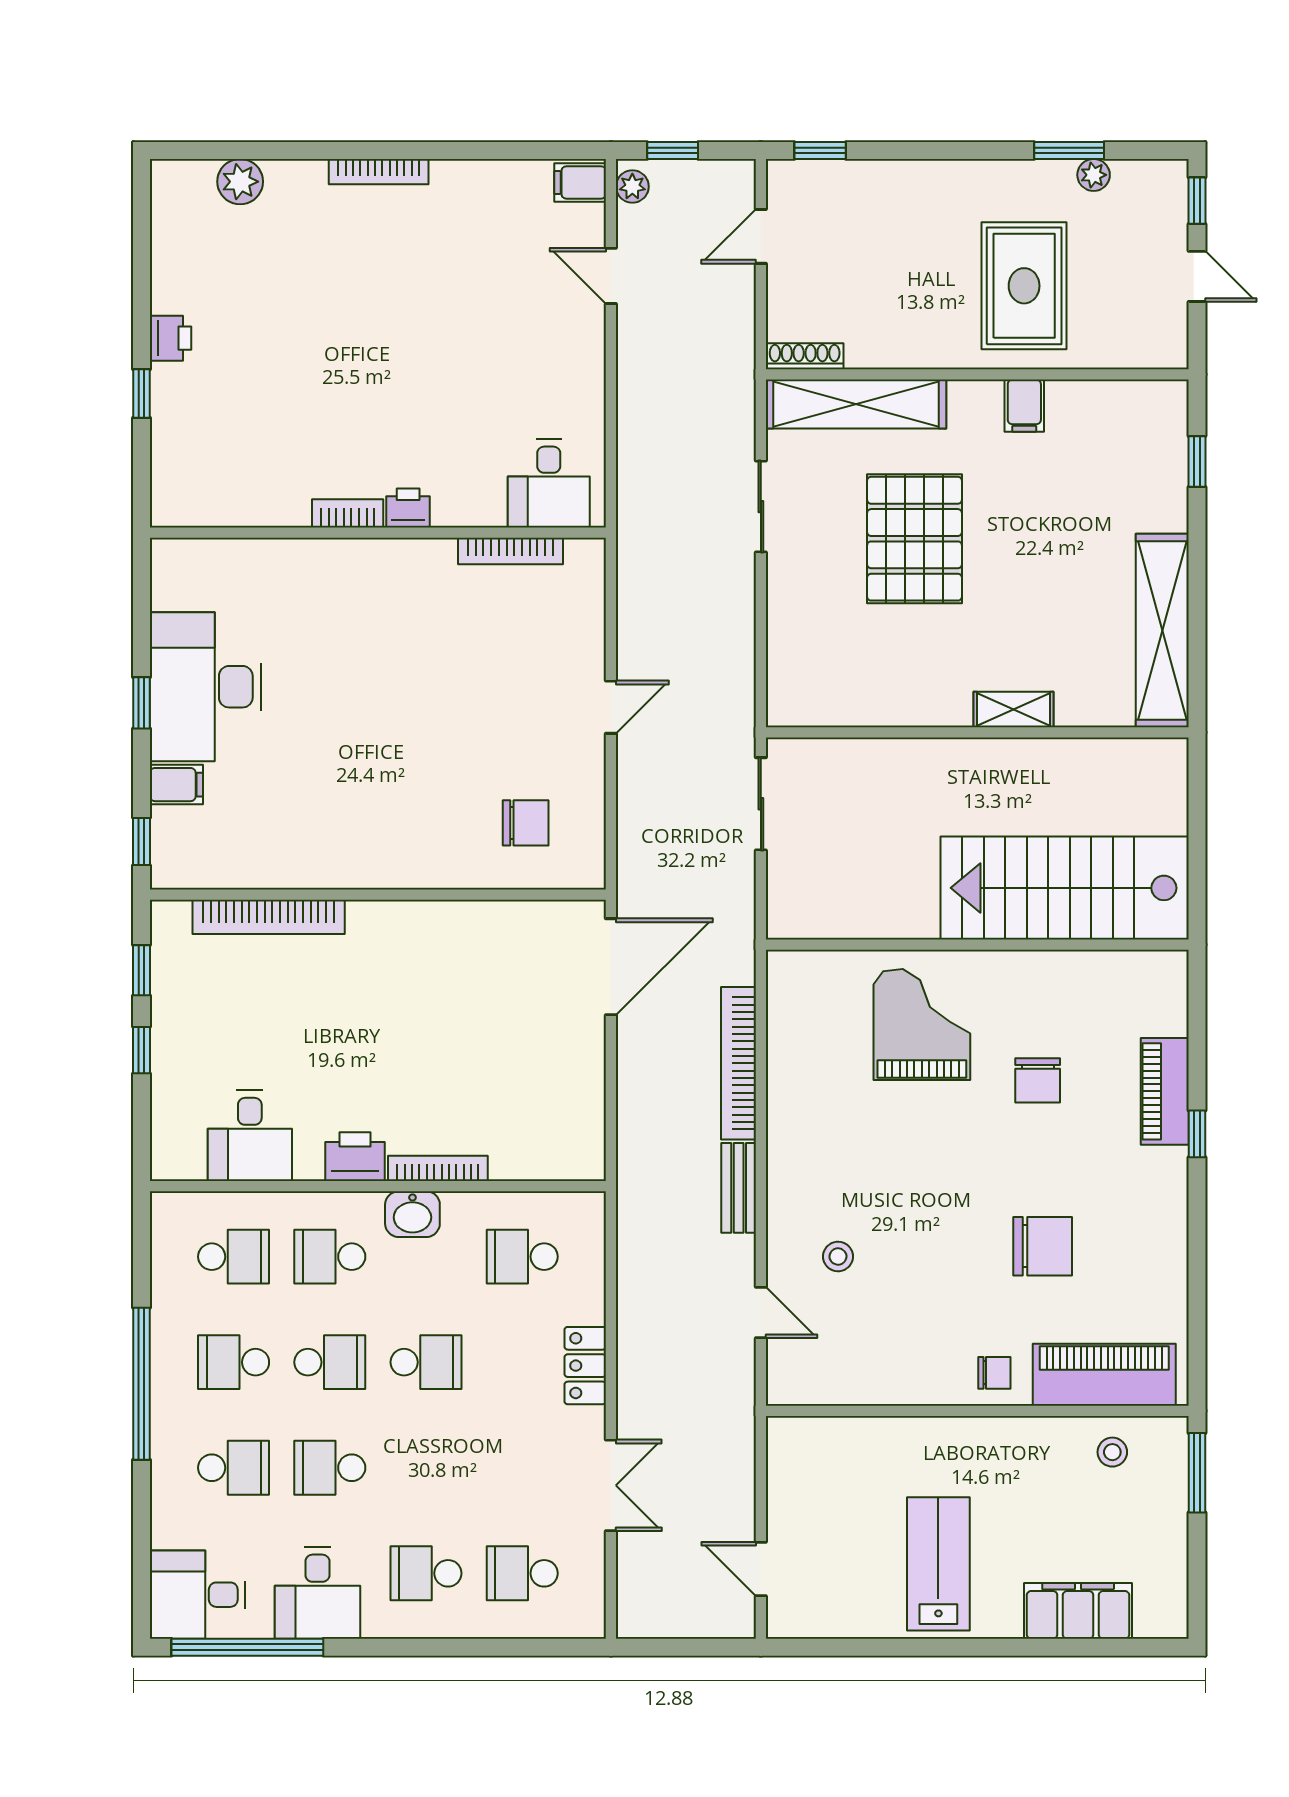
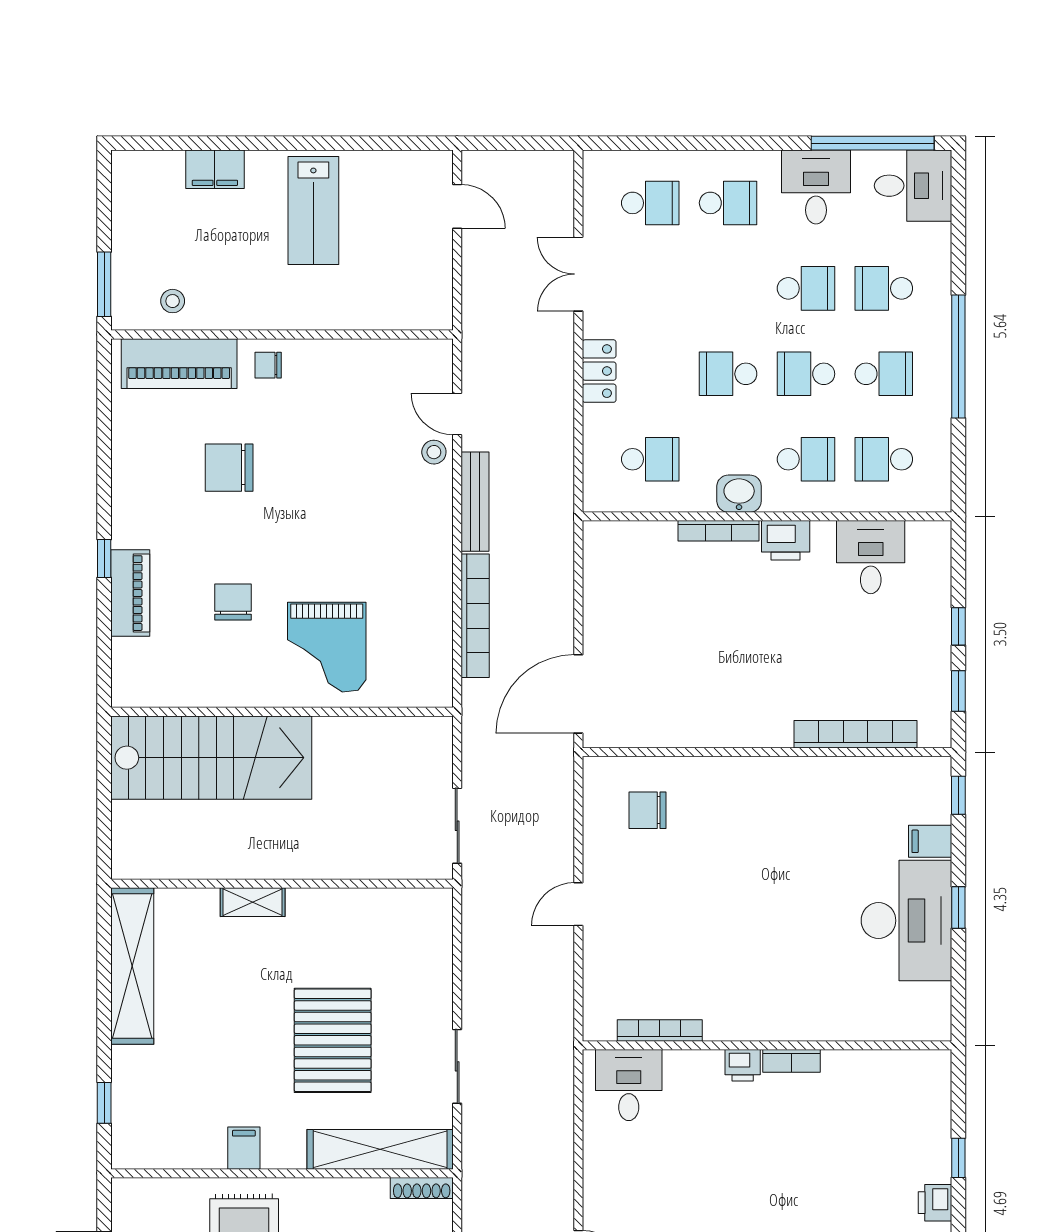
bench: (739, 1188) -> (475, 502), width x1.36
stool: (838, 1256) -> (434, 452), moved
filing cabinet: (1078, 1611) -> (215, 169), width x0.67, depth x0.86

